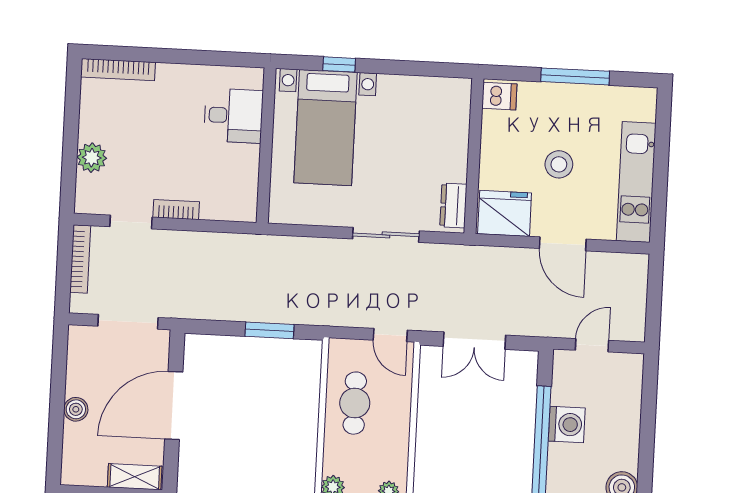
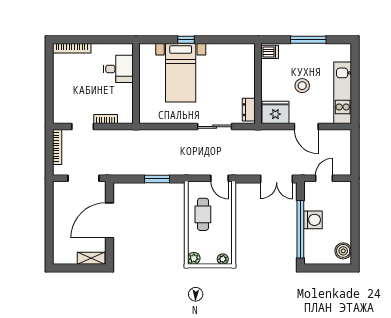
desk: (233, 116) -> (118, 69), moved
wall: (266, 145) -> (136, 84), moved
plant: (92, 158) -> (61, 94), removed
double door: (474, 341) -> (277, 179), moved
boiler: (76, 409) -> (59, 225), removed

